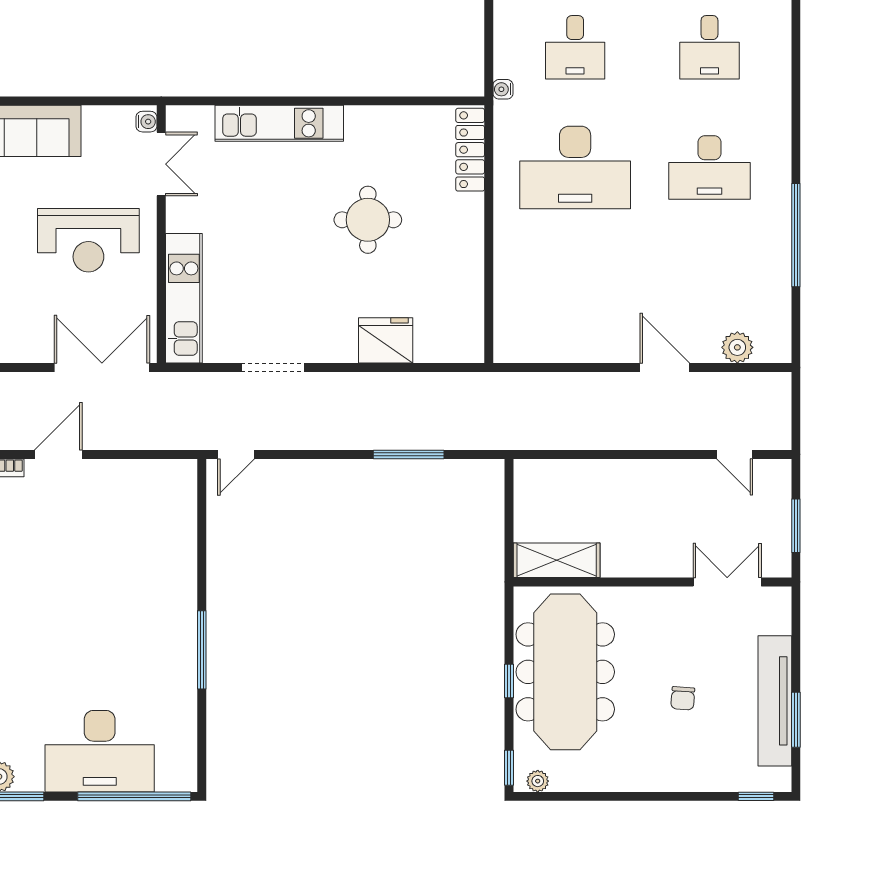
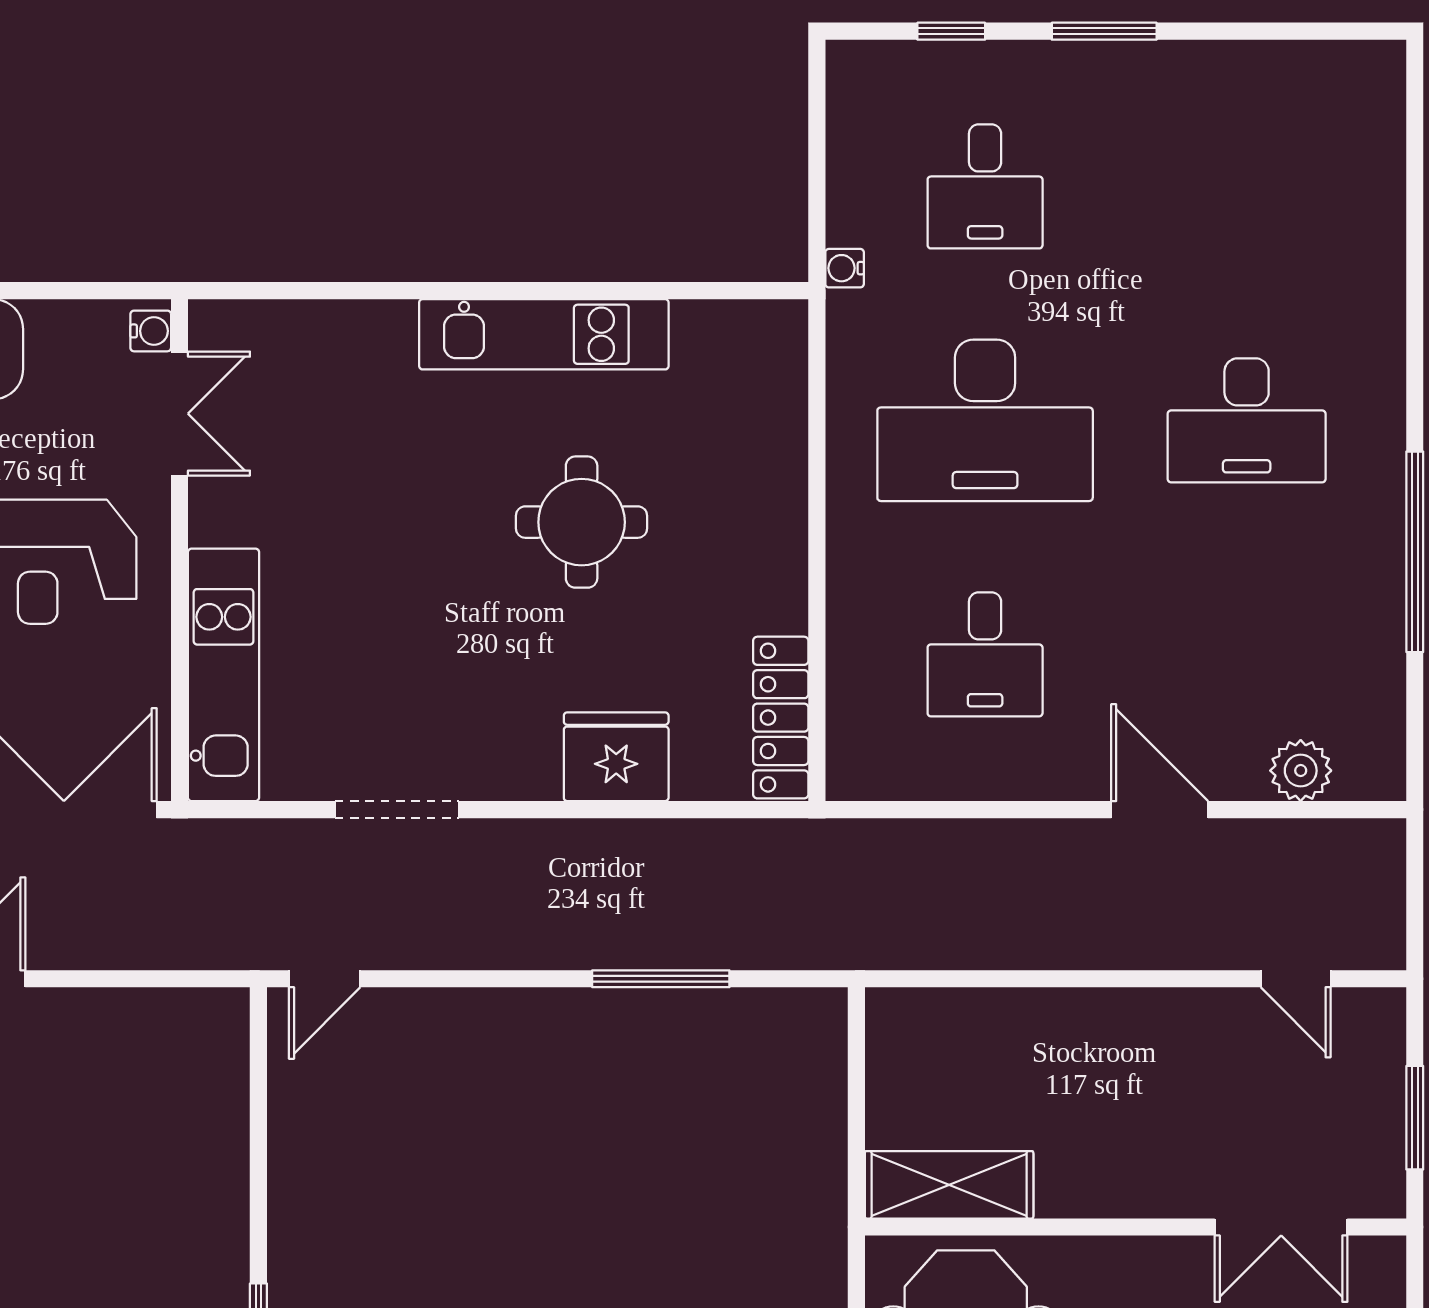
desk: (709, 47) -> (985, 654), moved
kitchen unit: (279, 123) -> (544, 334), moved
locker: (470, 150) -> (781, 718), moved
double door: (727, 582) -> (1281, 1227), swing flipped

